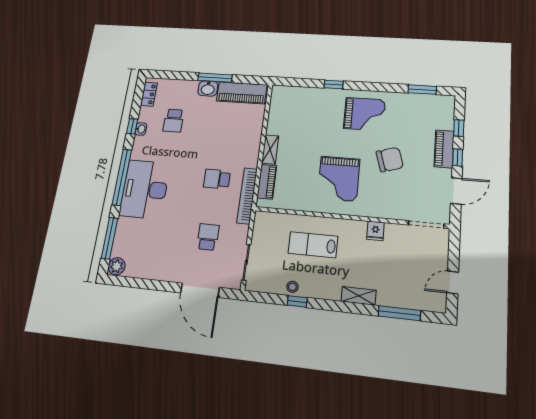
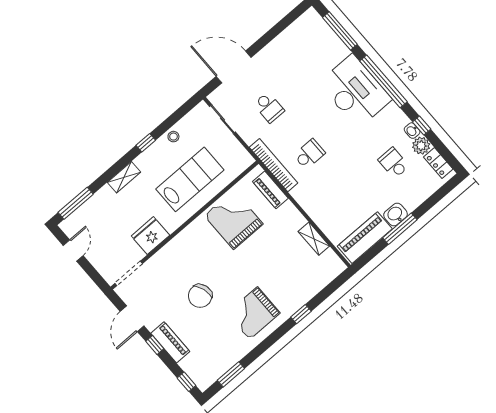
window: (459, 128) -> (186, 382), moved
shelving: (270, 149) -> (314, 239), moved
grand piano: (339, 179) -> (234, 220), moved
fridge: (375, 231) -> (150, 236), width x1.88, depth x1.34
lab bench: (313, 245) -> (190, 179), width x1.36, depth x1.39
plant: (117, 266) -> (421, 146), moved
window: (297, 301) -> (146, 143), moved
window: (399, 313) -> (76, 203), moved

